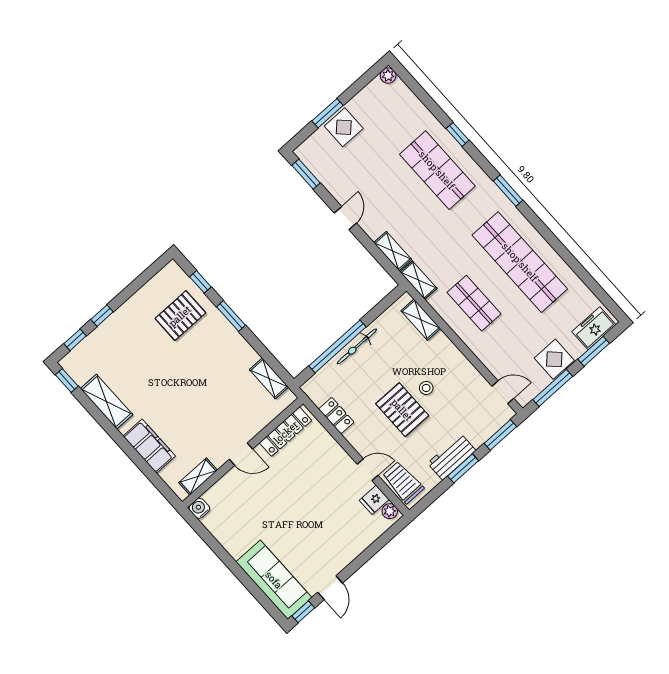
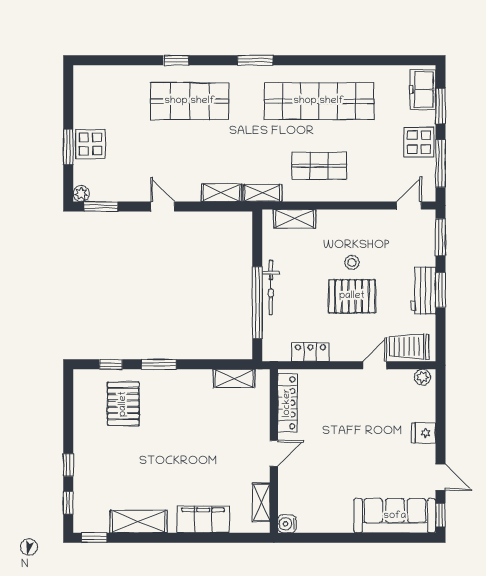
plant: (388, 76) -> (81, 193), moved
fridge: (374, 500) -> (424, 433), moved, turned 90

